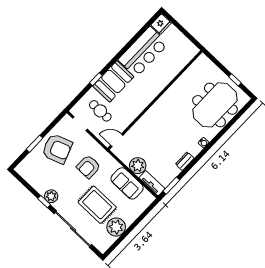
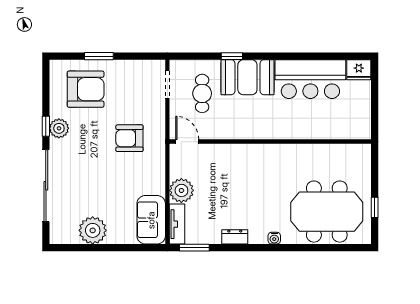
armchair: (57, 149) -> (86, 89), moved, turned -70
sofa: (127, 183) -> (151, 220), moved
rug: (97, 205) -> (97, 187), removed

